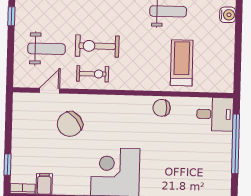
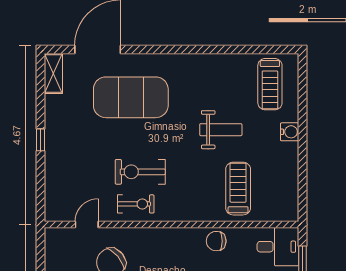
weight bench: (47, 49) -> (82, 176), removed

